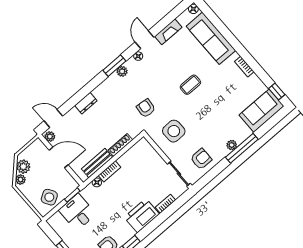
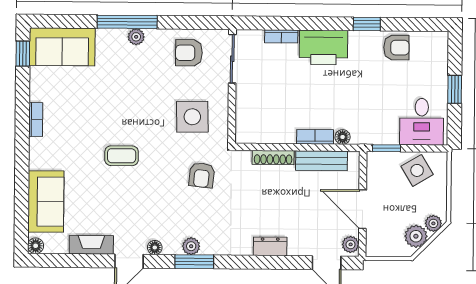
sofa: (211, 38) -> (46, 202), width x0.73
desk: (77, 212) -> (422, 122), moved

